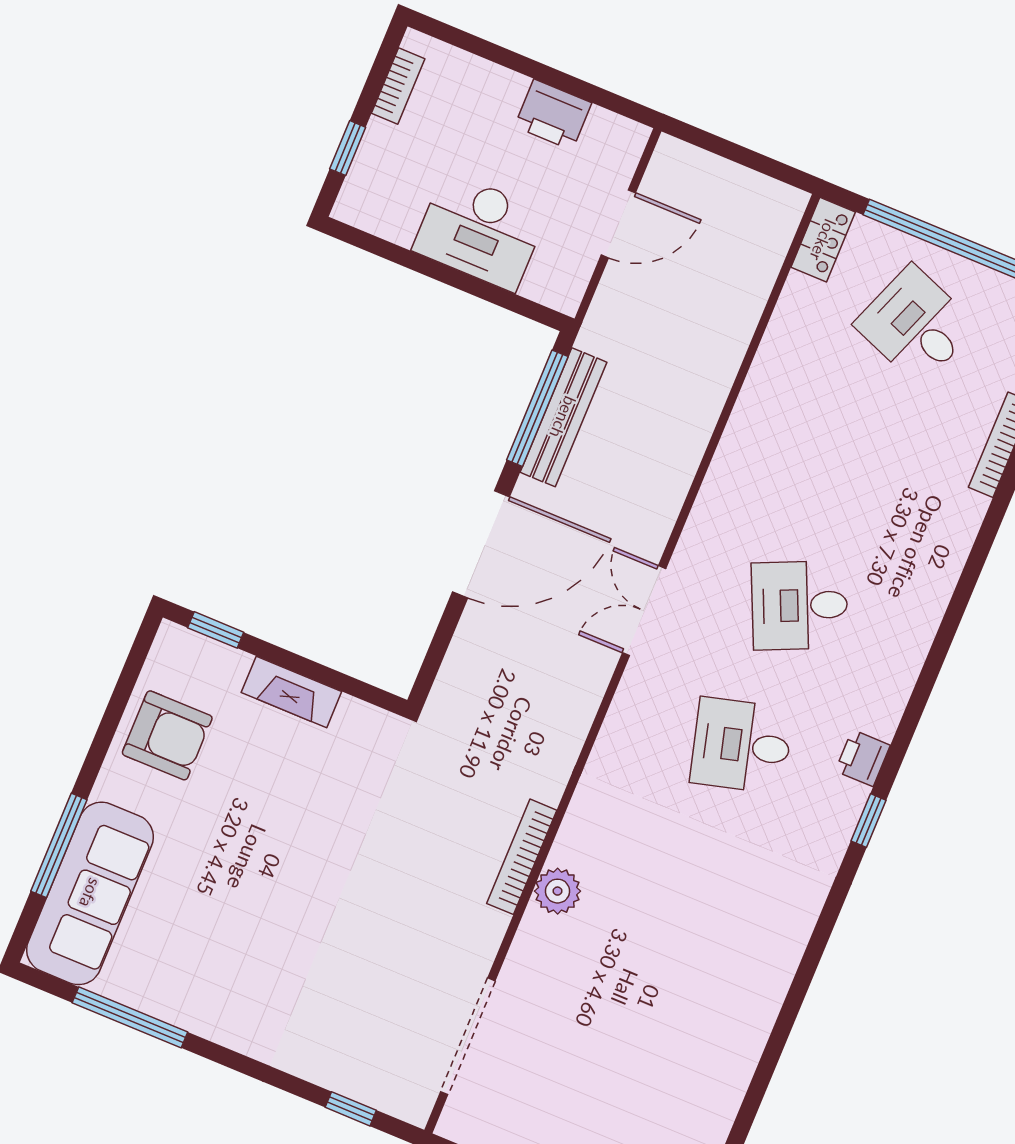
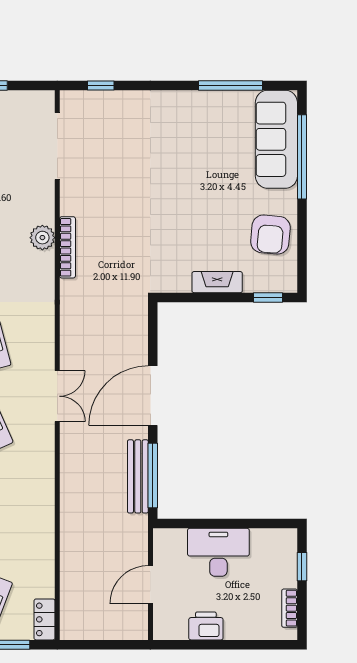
armchair: (167, 735) -> (270, 235), turned -85
window: (59, 845) -> (302, 157), width x1.46

